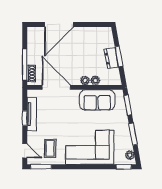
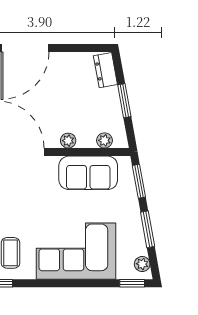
dresser: (111, 58) -> (105, 70), moved
plant: (95, 80) -> (105, 140), moved

